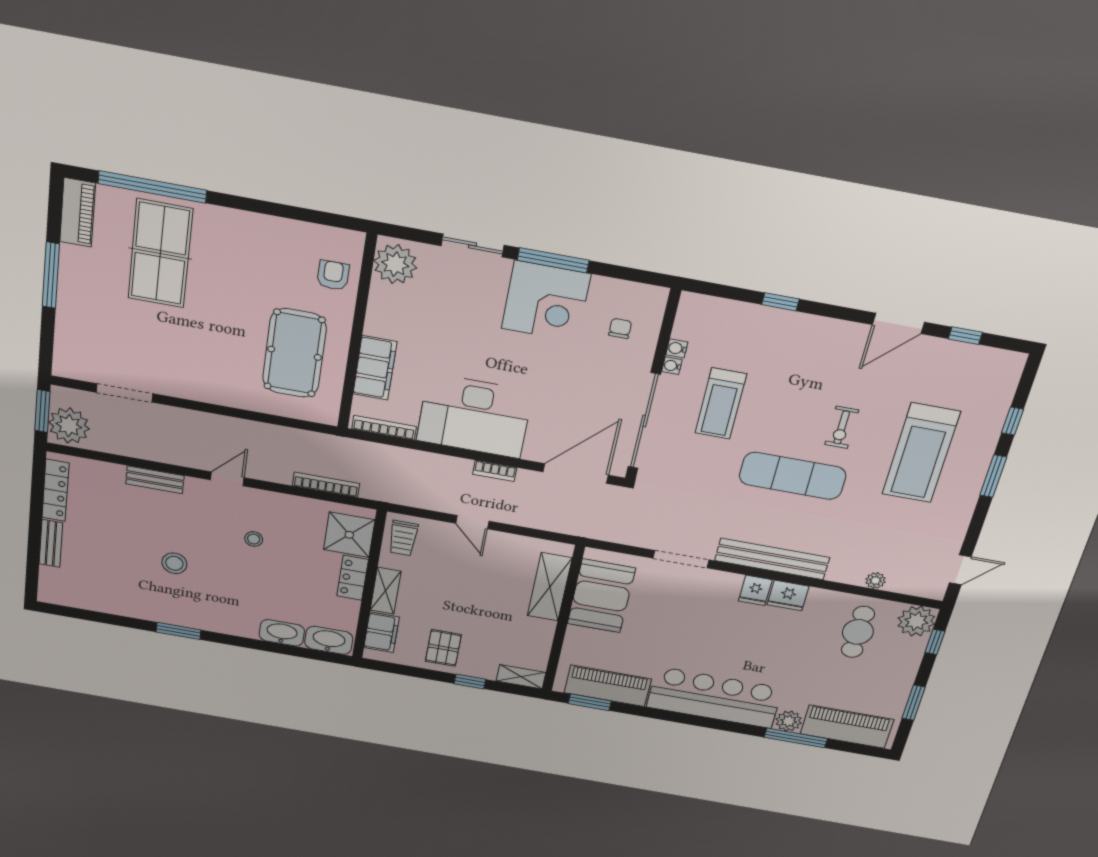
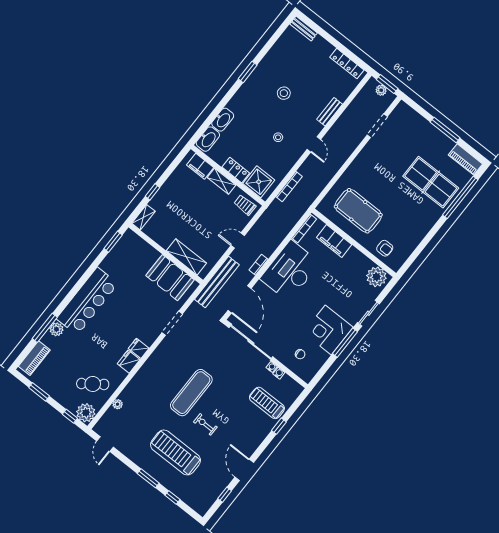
treadmill: (721, 404) -> (267, 403), moved
plant: (69, 426) -> (381, 90), width x0.53, depth x0.53
bench: (51, 543) -> (304, 29), moved
bench: (772, 559) -> (217, 282), moved
cafe table: (858, 632) -> (93, 384), turned -36
pallet: (443, 648) -> (177, 190), removed
piano: (608, 686) -> (118, 255), removed
piano: (847, 727) -> (34, 358), width x0.73, depth x0.75

